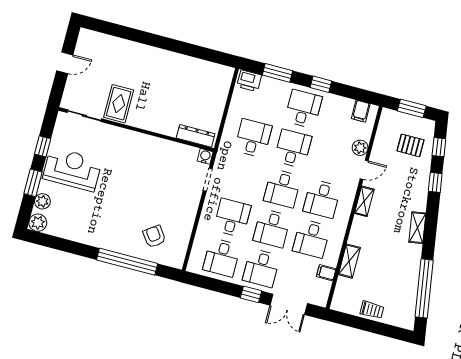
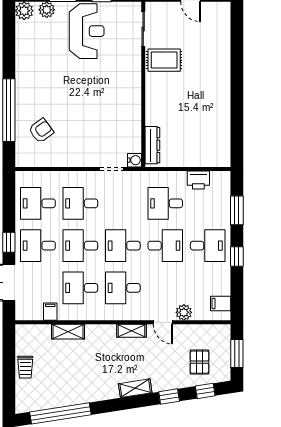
printer: (249, 81) -> (198, 180), moved, turned -90
desk: (253, 138) -> (165, 203), turned 180
desk: (232, 218) -> (80, 203), turned 180
shelving: (417, 228) -> (135, 388), moved

